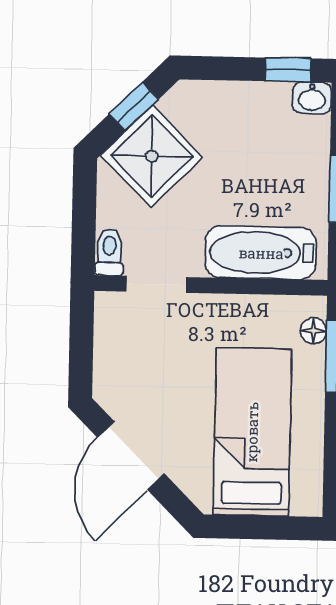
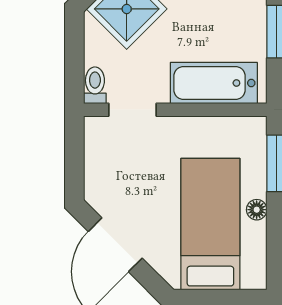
floor lamp: (313, 331) -> (257, 210), moved

